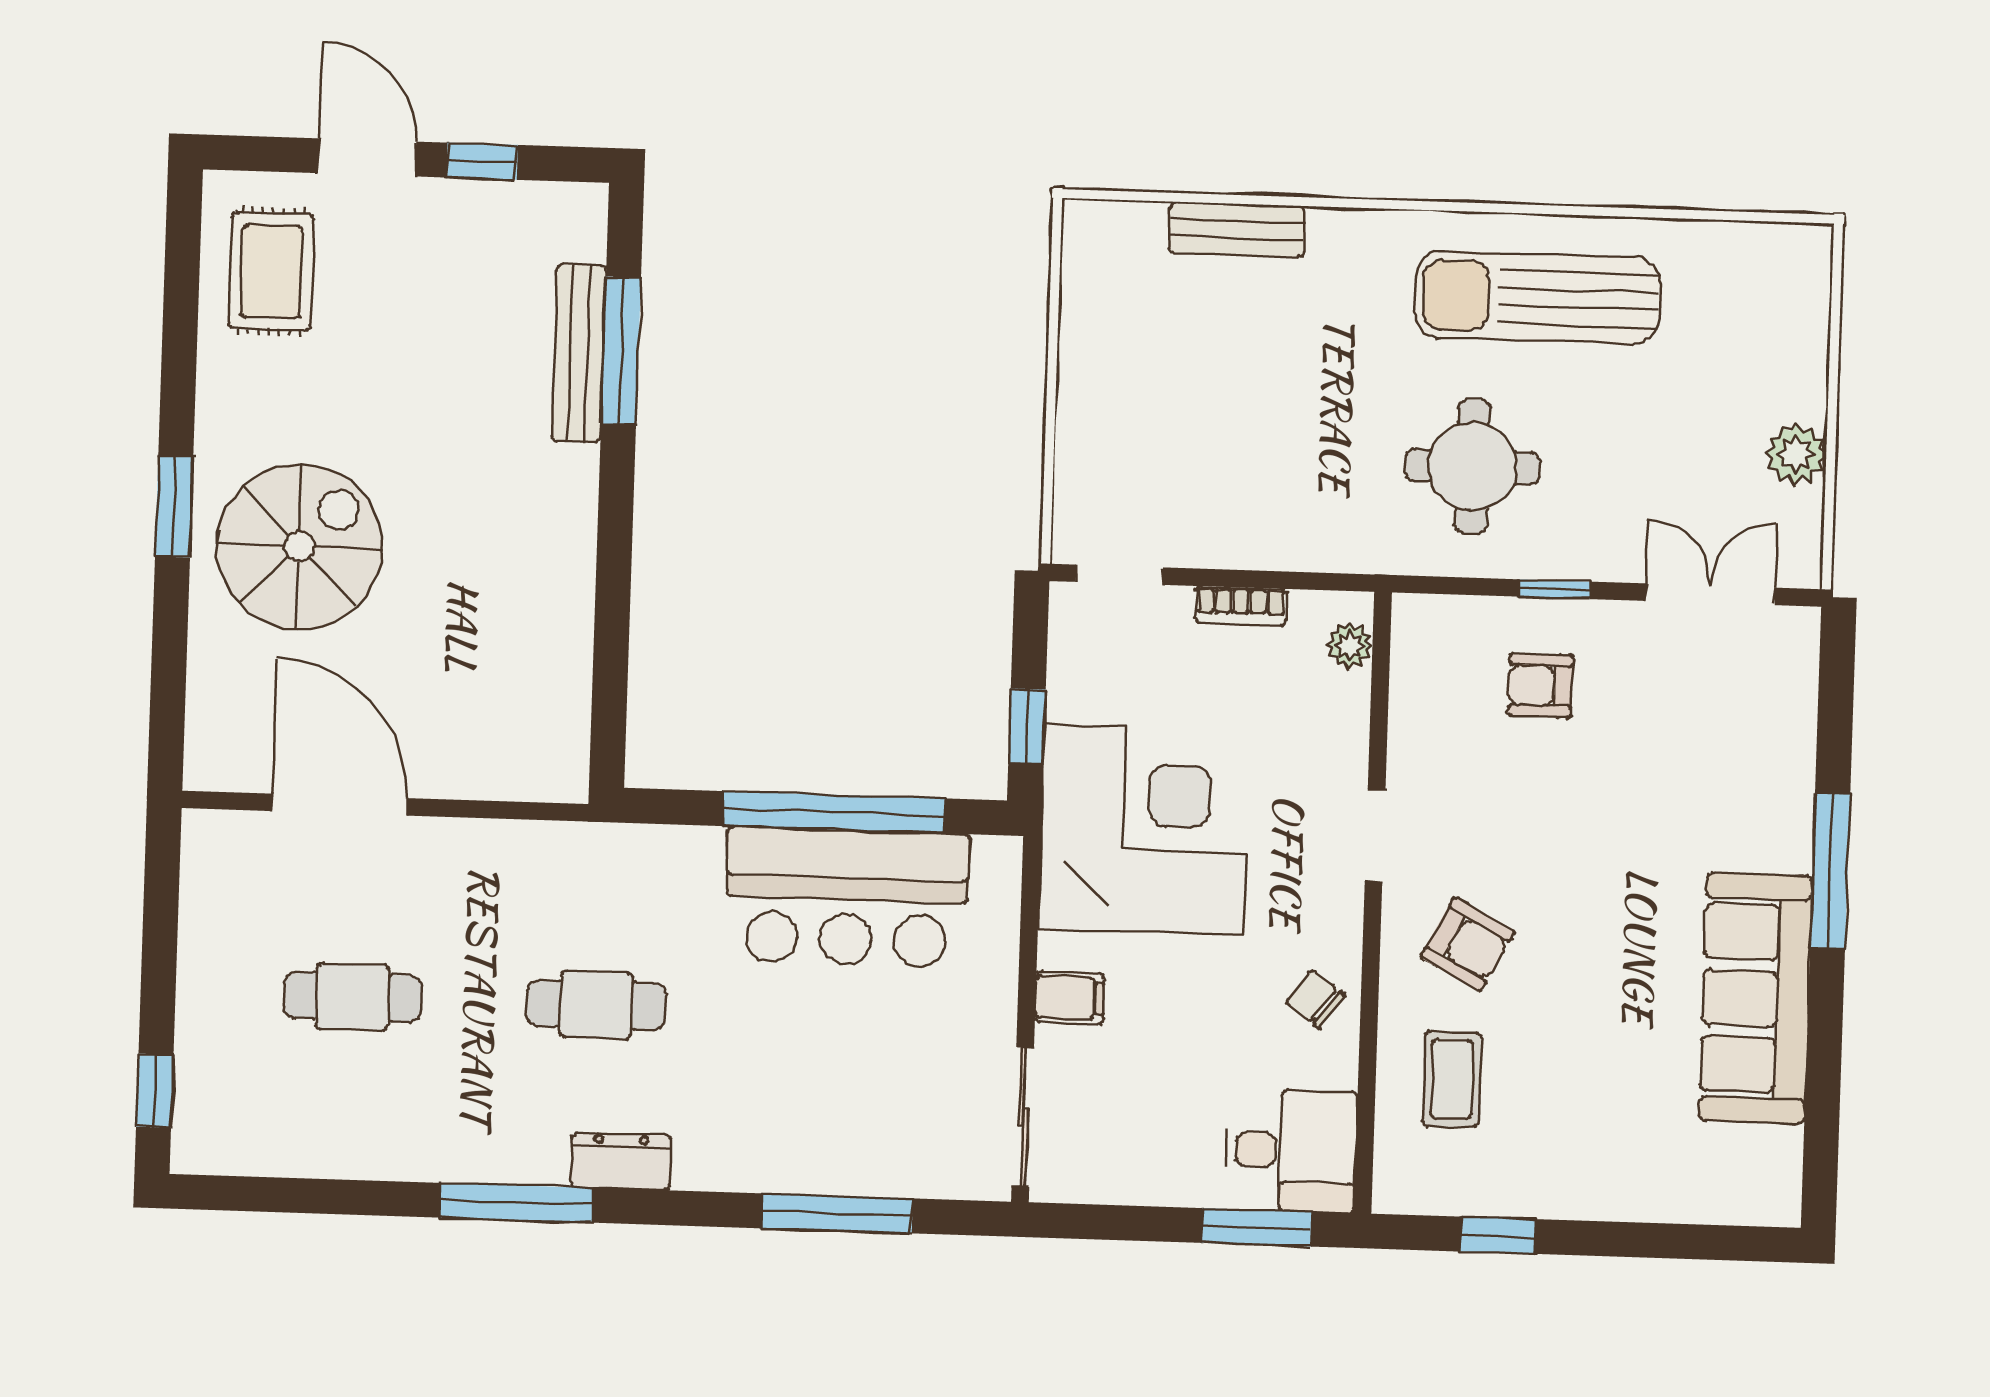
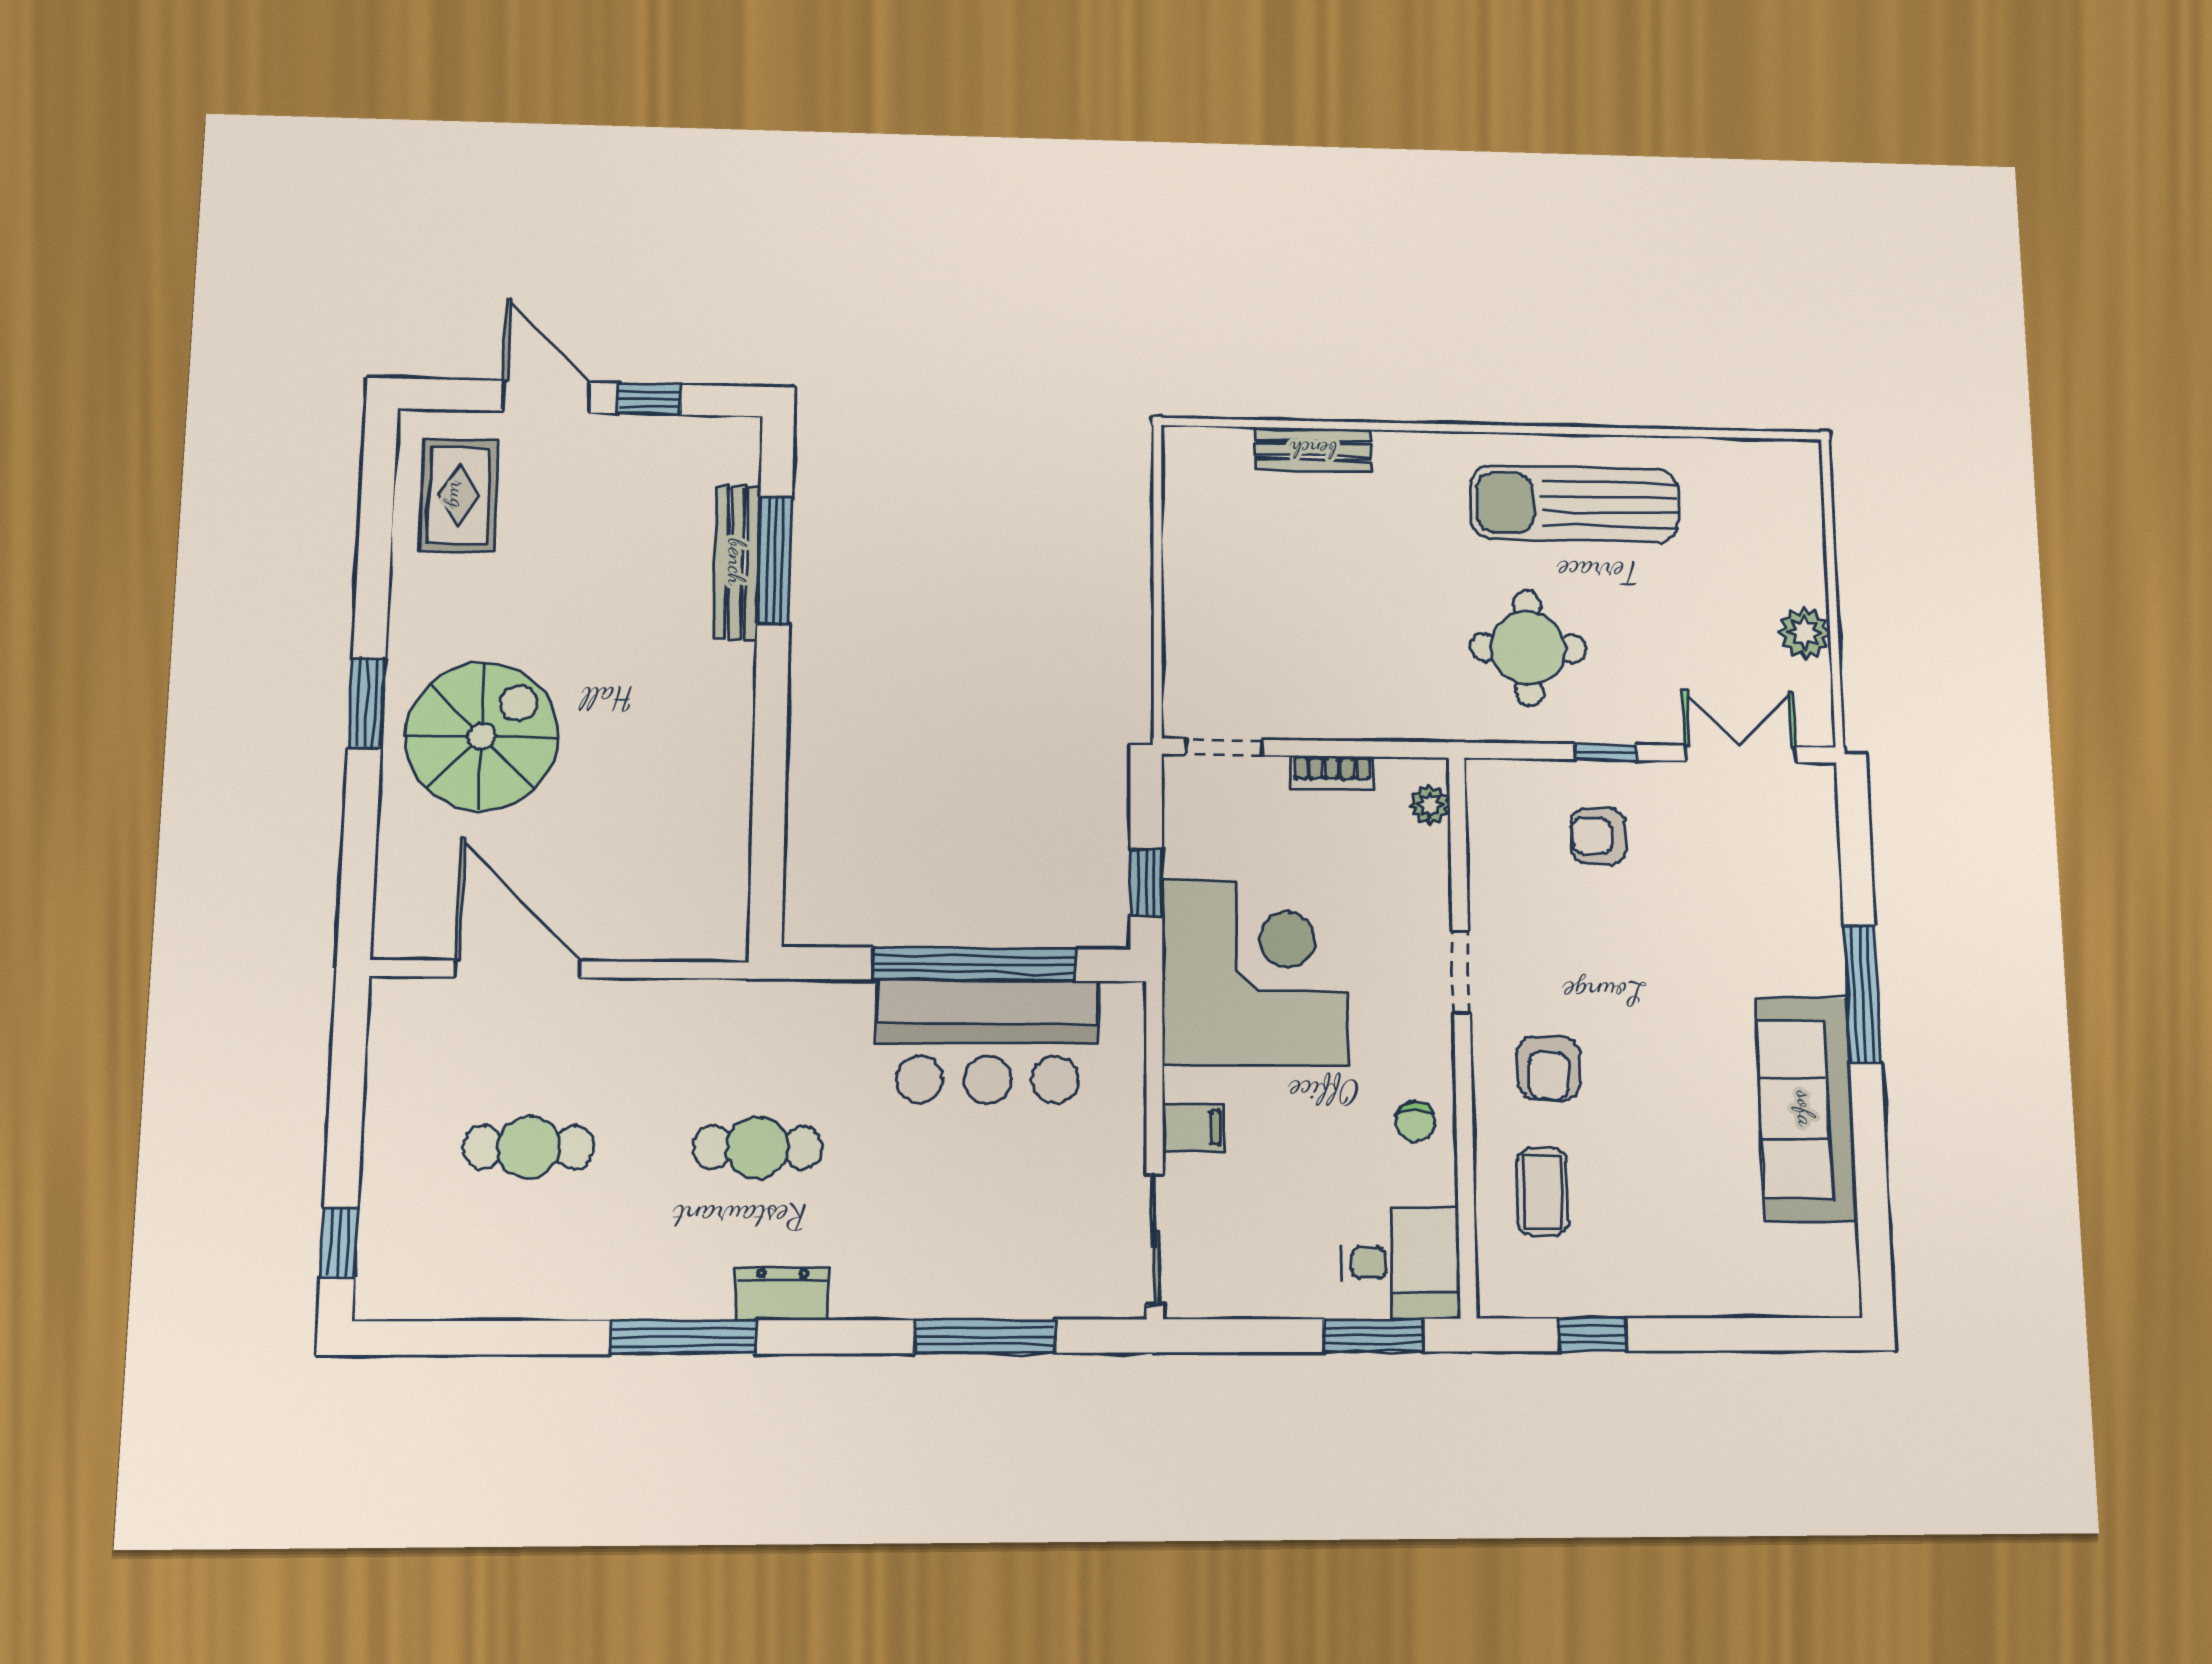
armchair: (1468, 944) -> (1549, 1068), turned 62
chair: (1315, 999) -> (1415, 1122), turned -127

